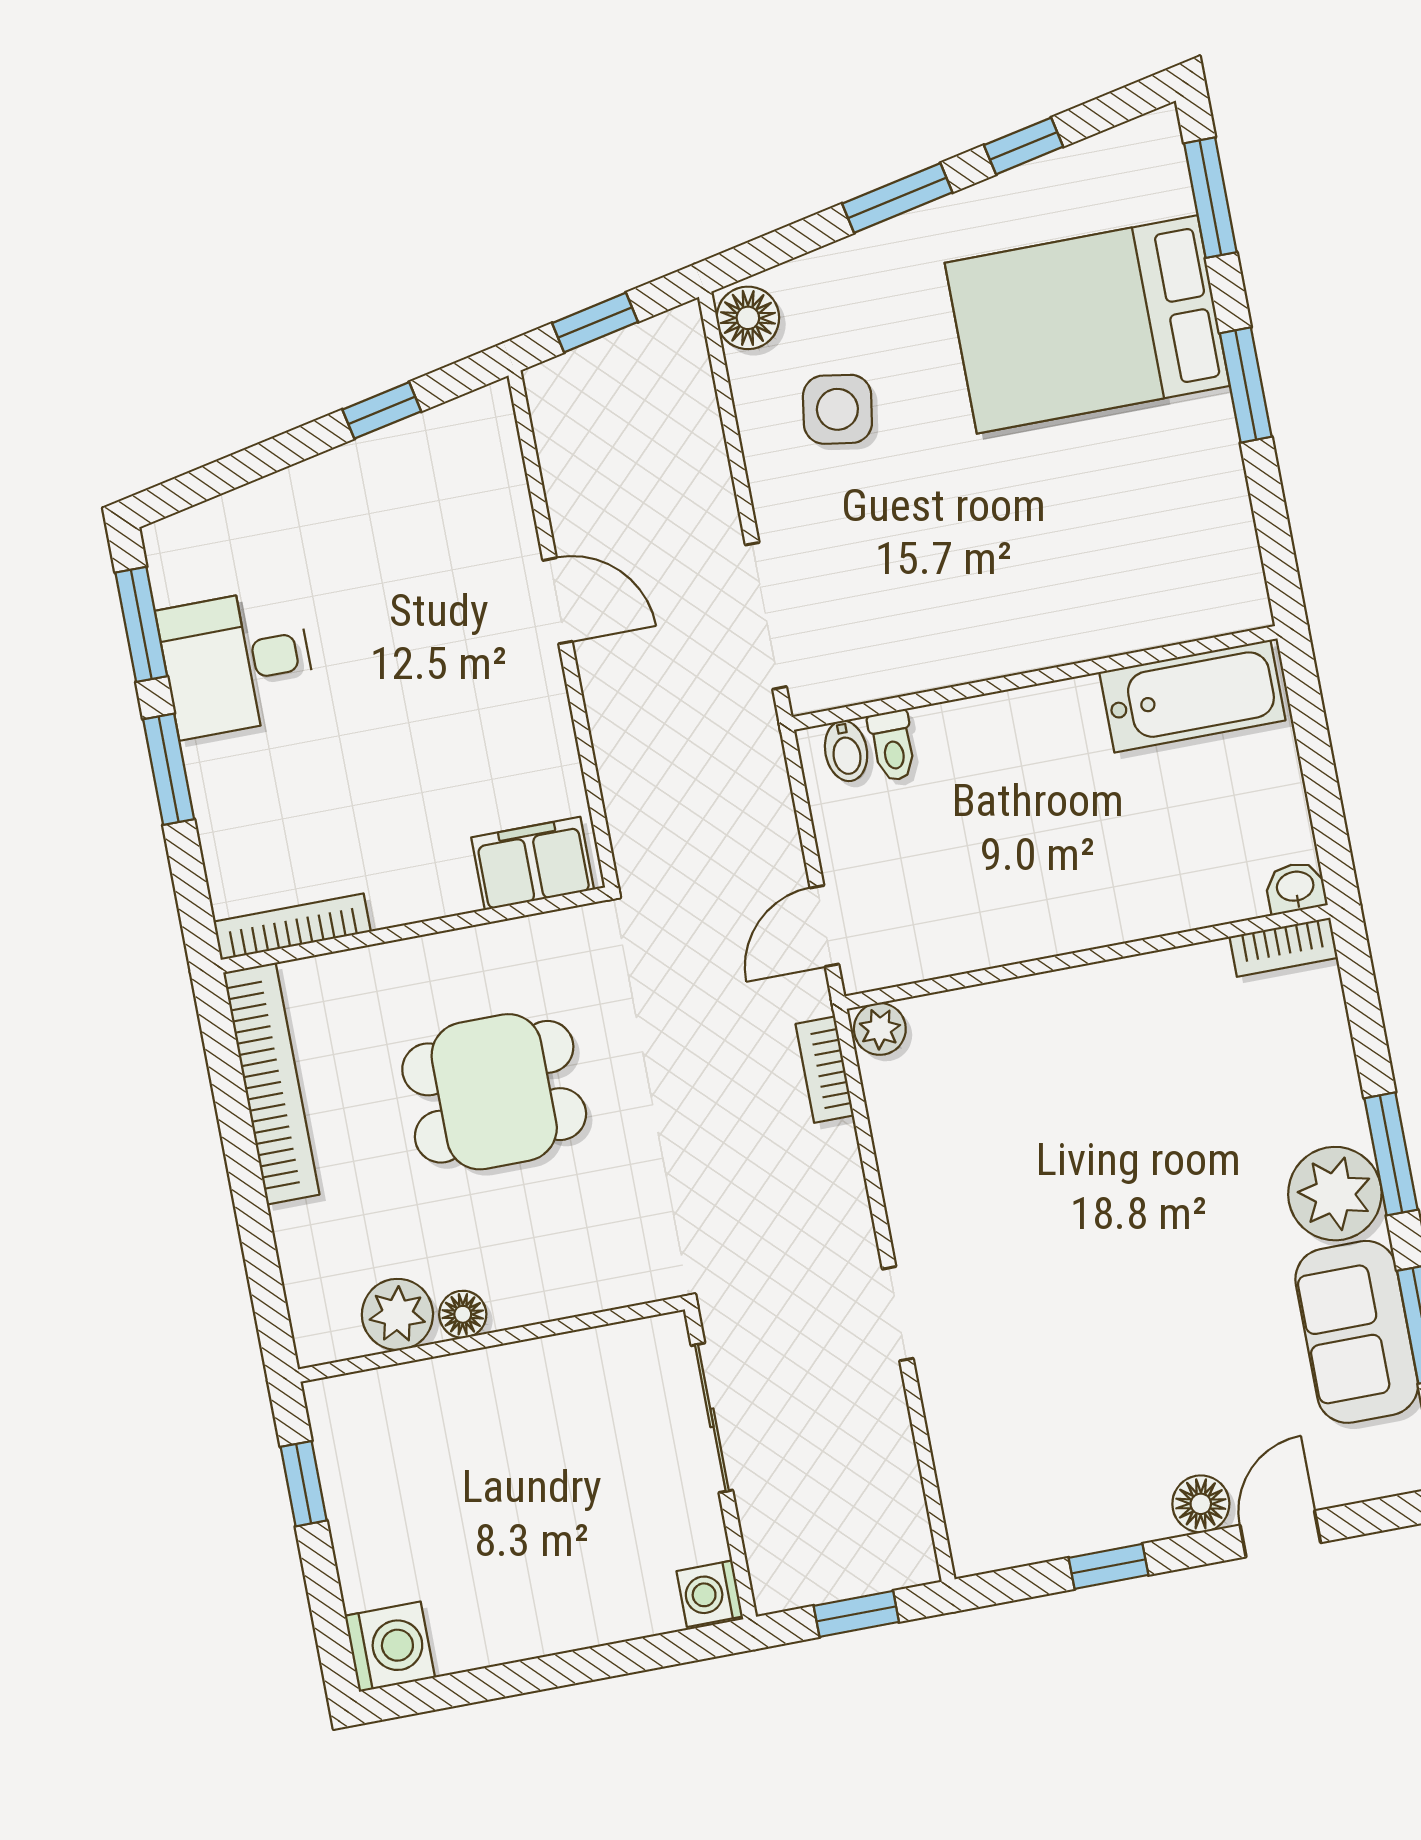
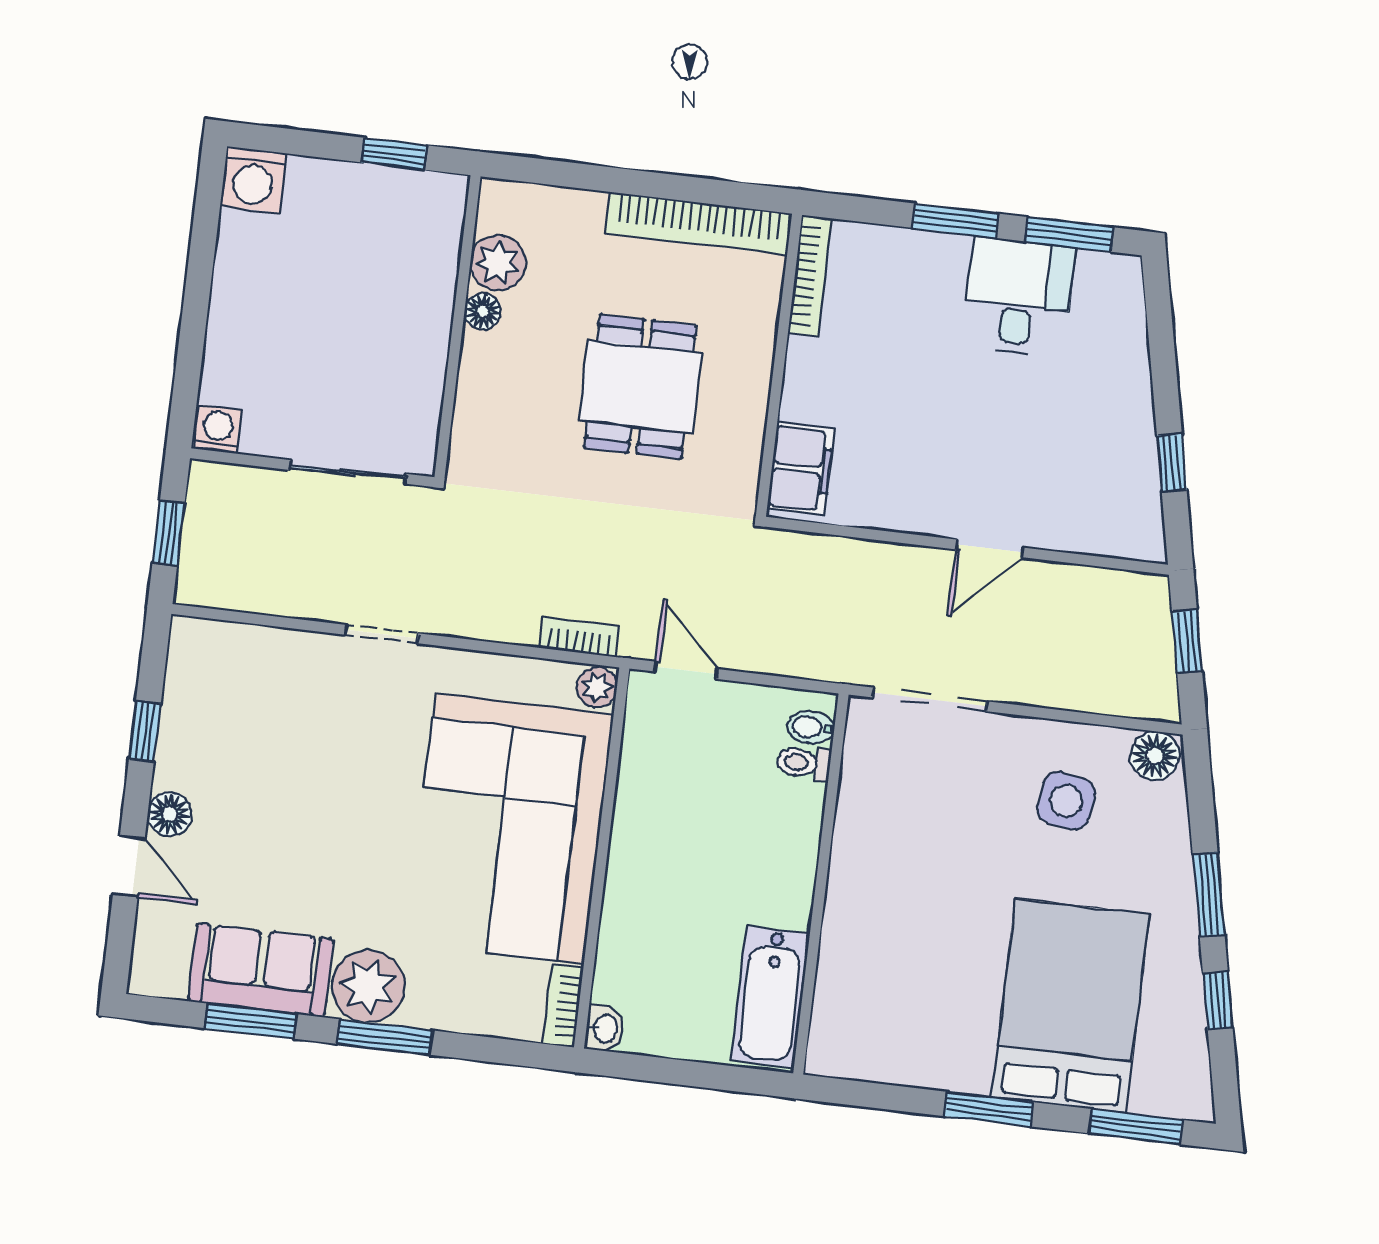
corner sofa: (1086, 1081) -> (510, 828), added

